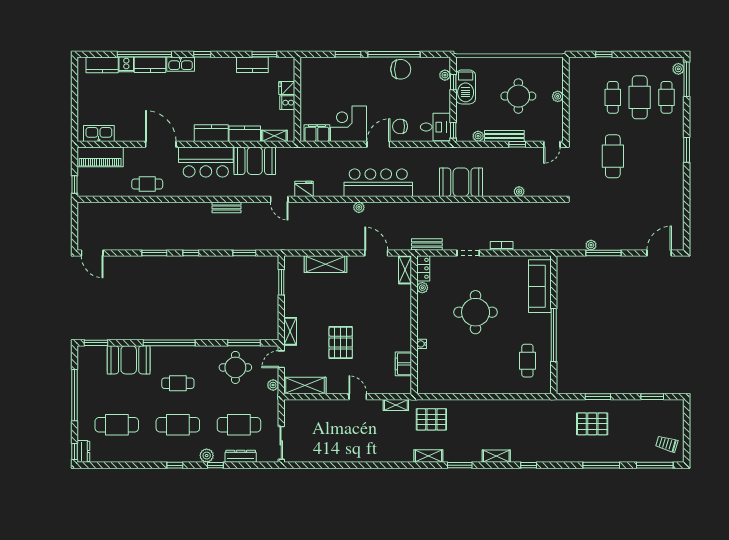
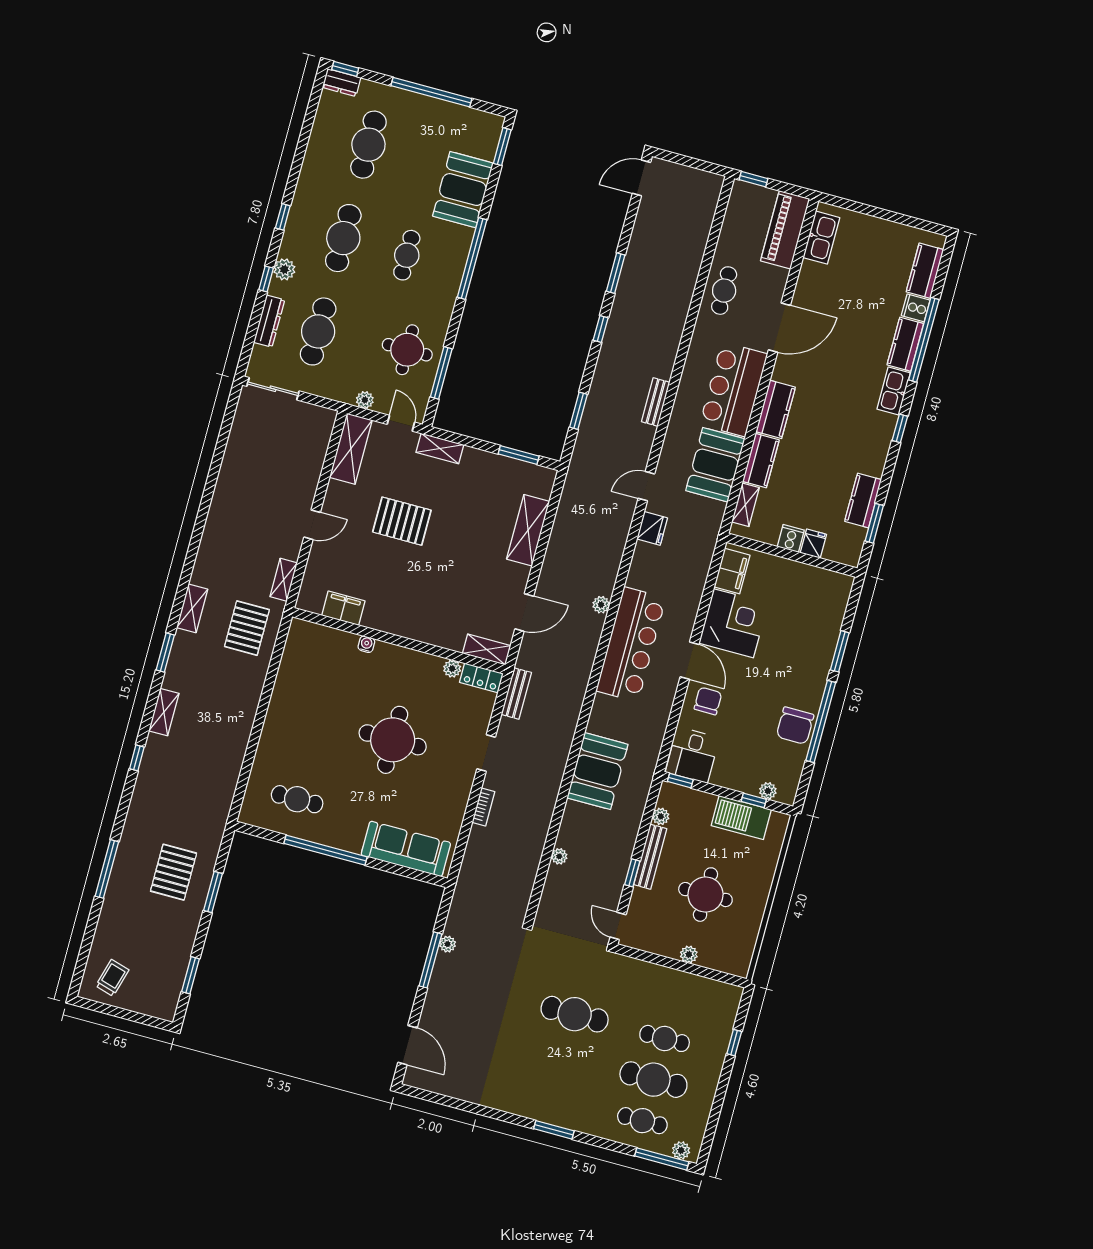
window: (655, 465) -> (85, 951), removed

